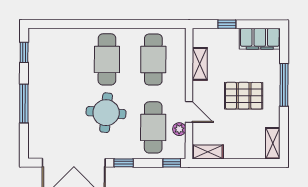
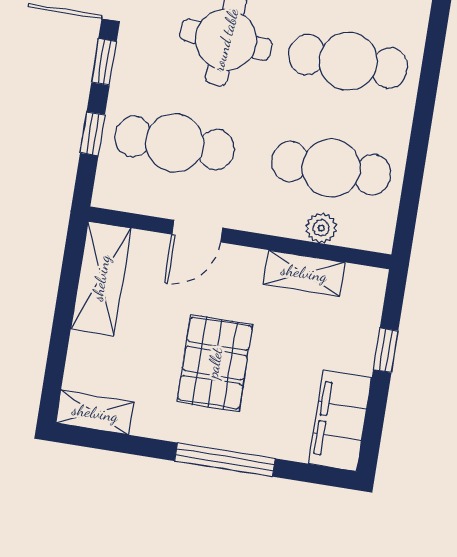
plant: (179, 129) -> (321, 228), moved
shelving: (208, 152) -> (101, 278), width x1.50, depth x1.33
window: (172, 163) -> (93, 134), moved

